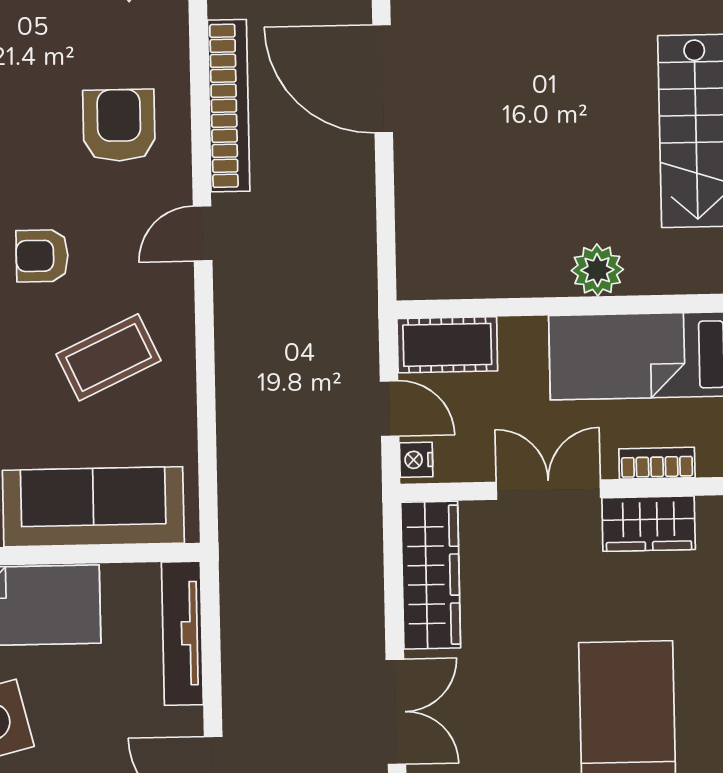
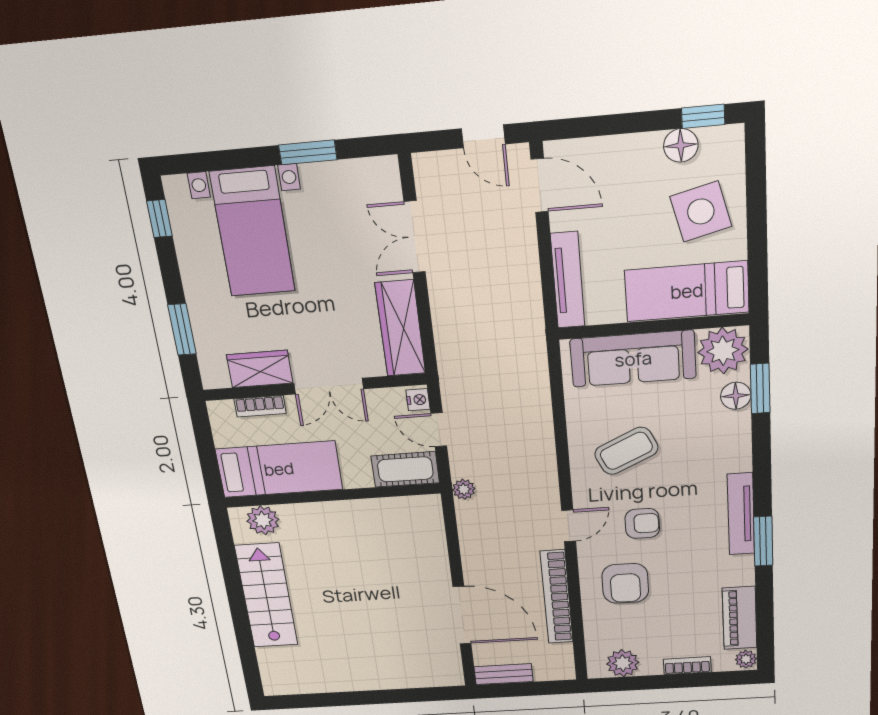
armchair: (42, 256) -> (642, 523), moved
plant: (597, 270) -> (263, 520), moved
plant: (360, 306) -> (464, 489), added

